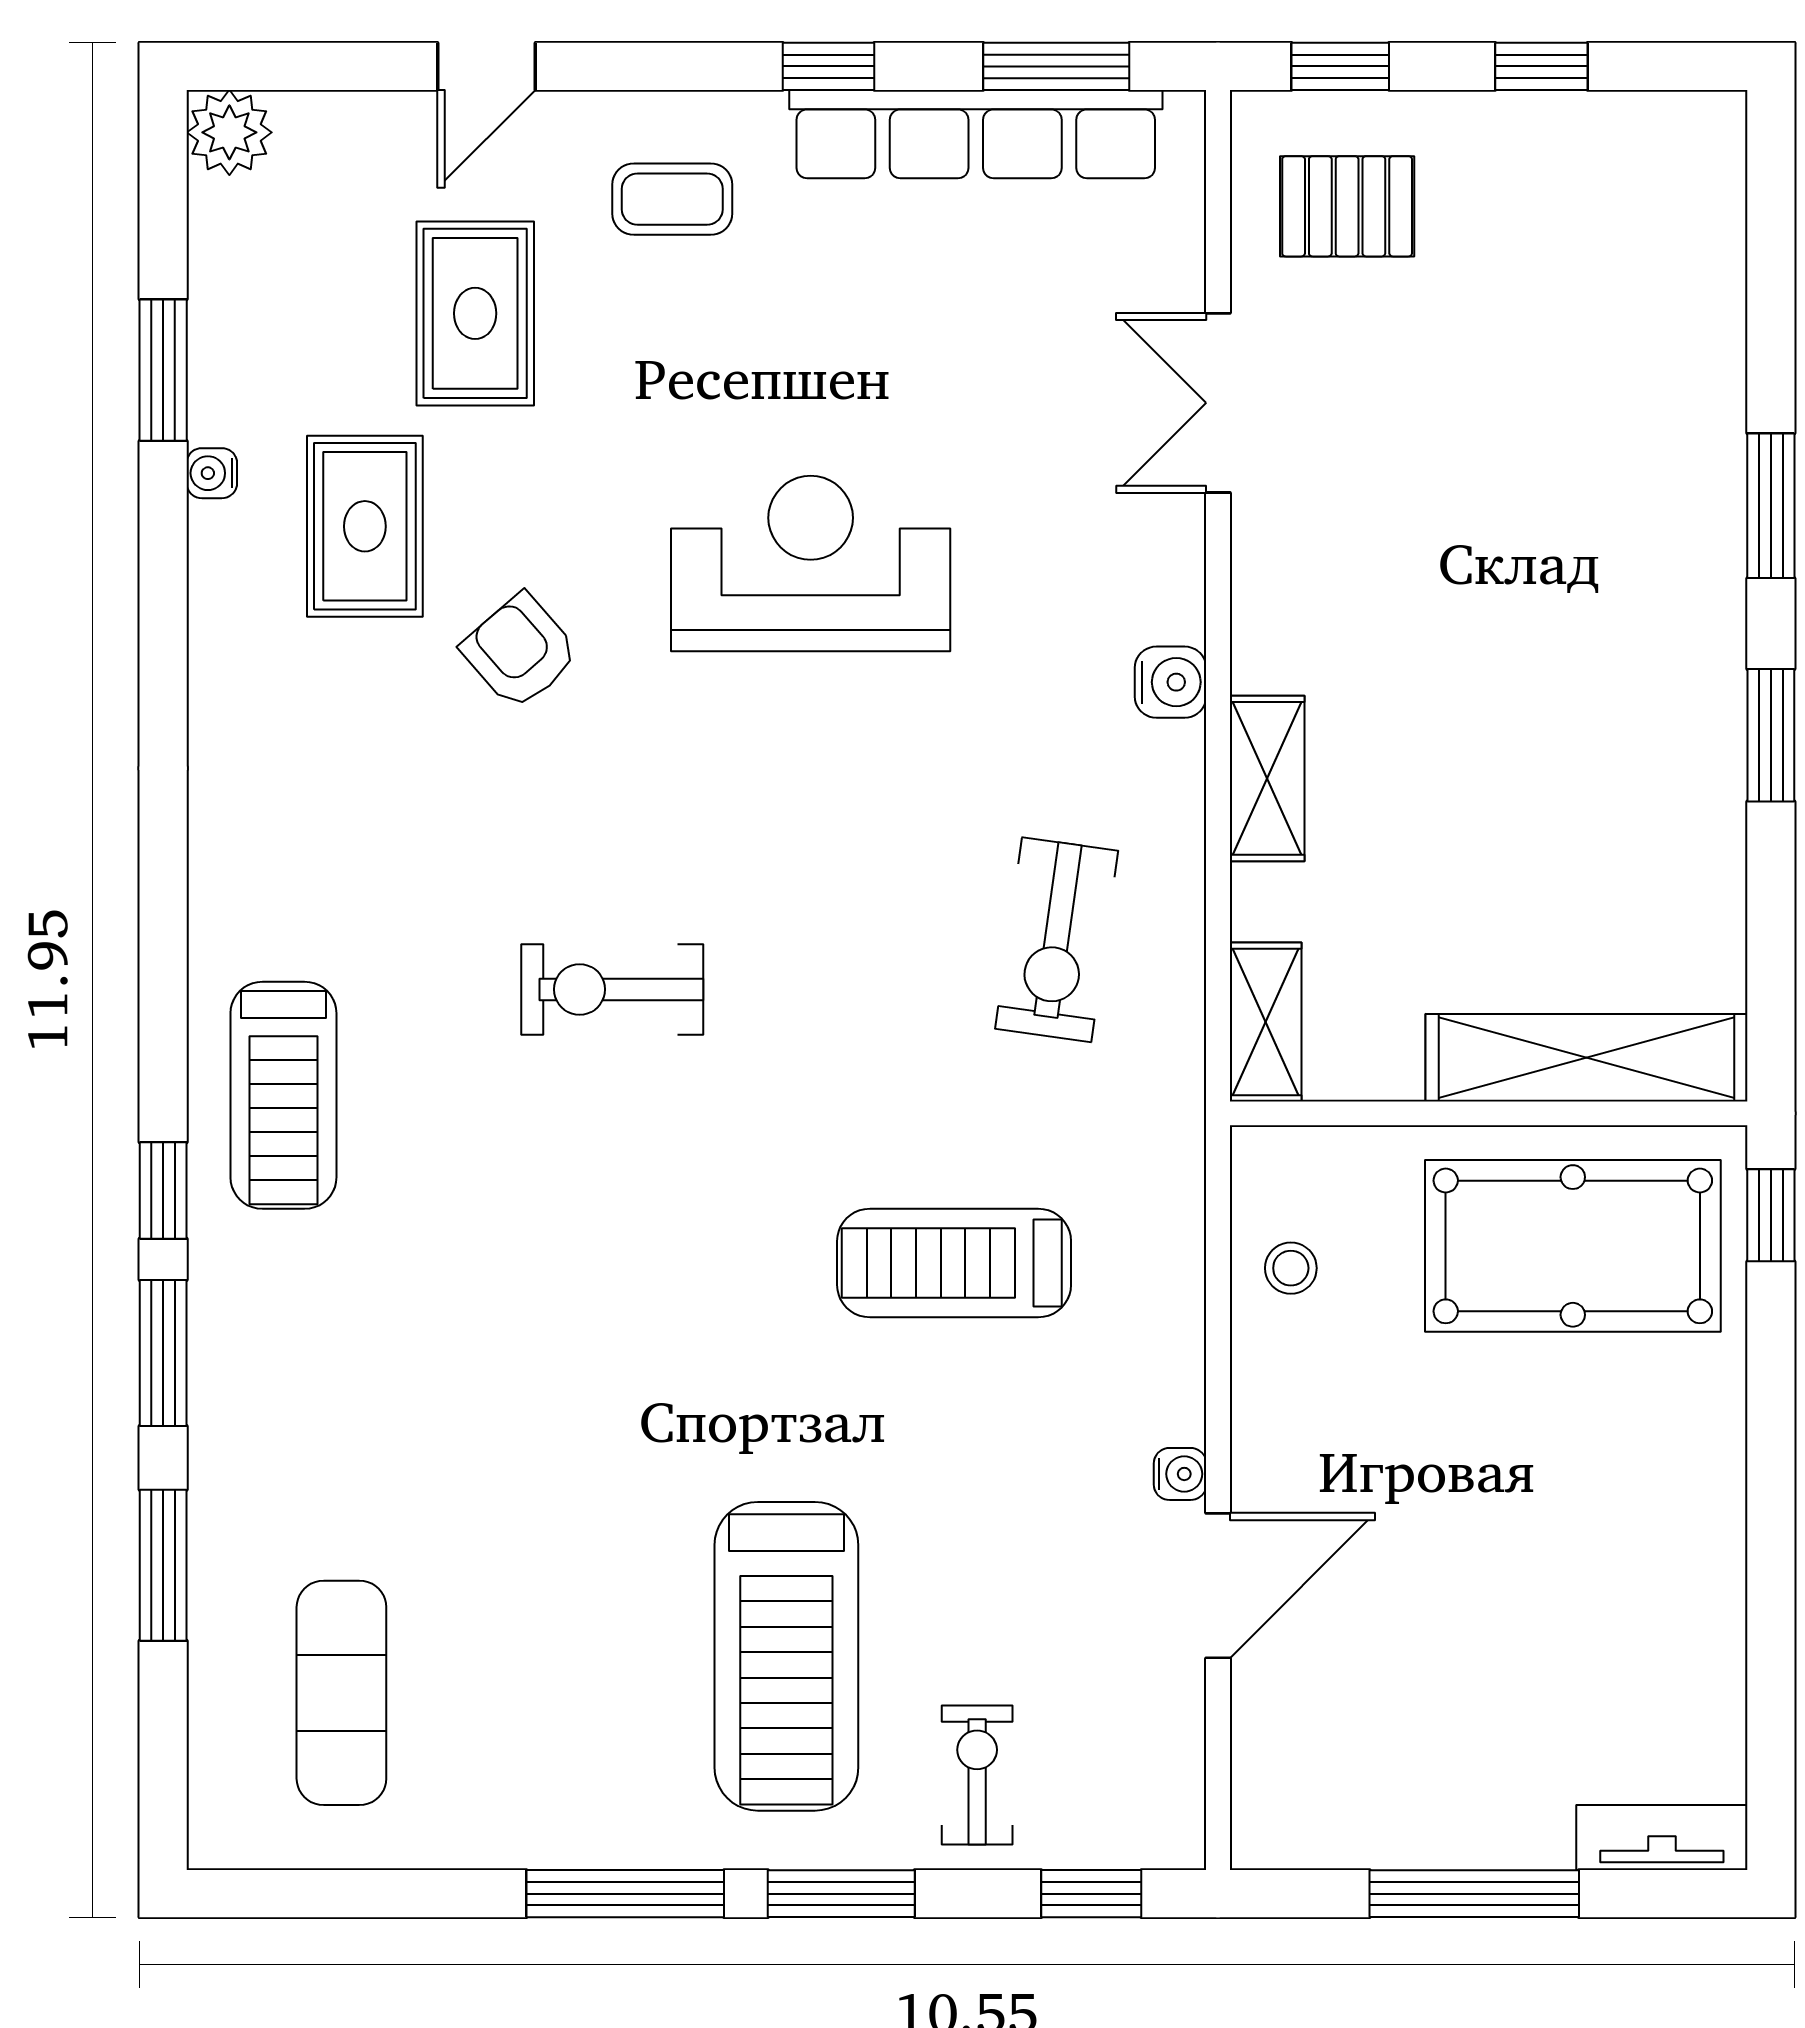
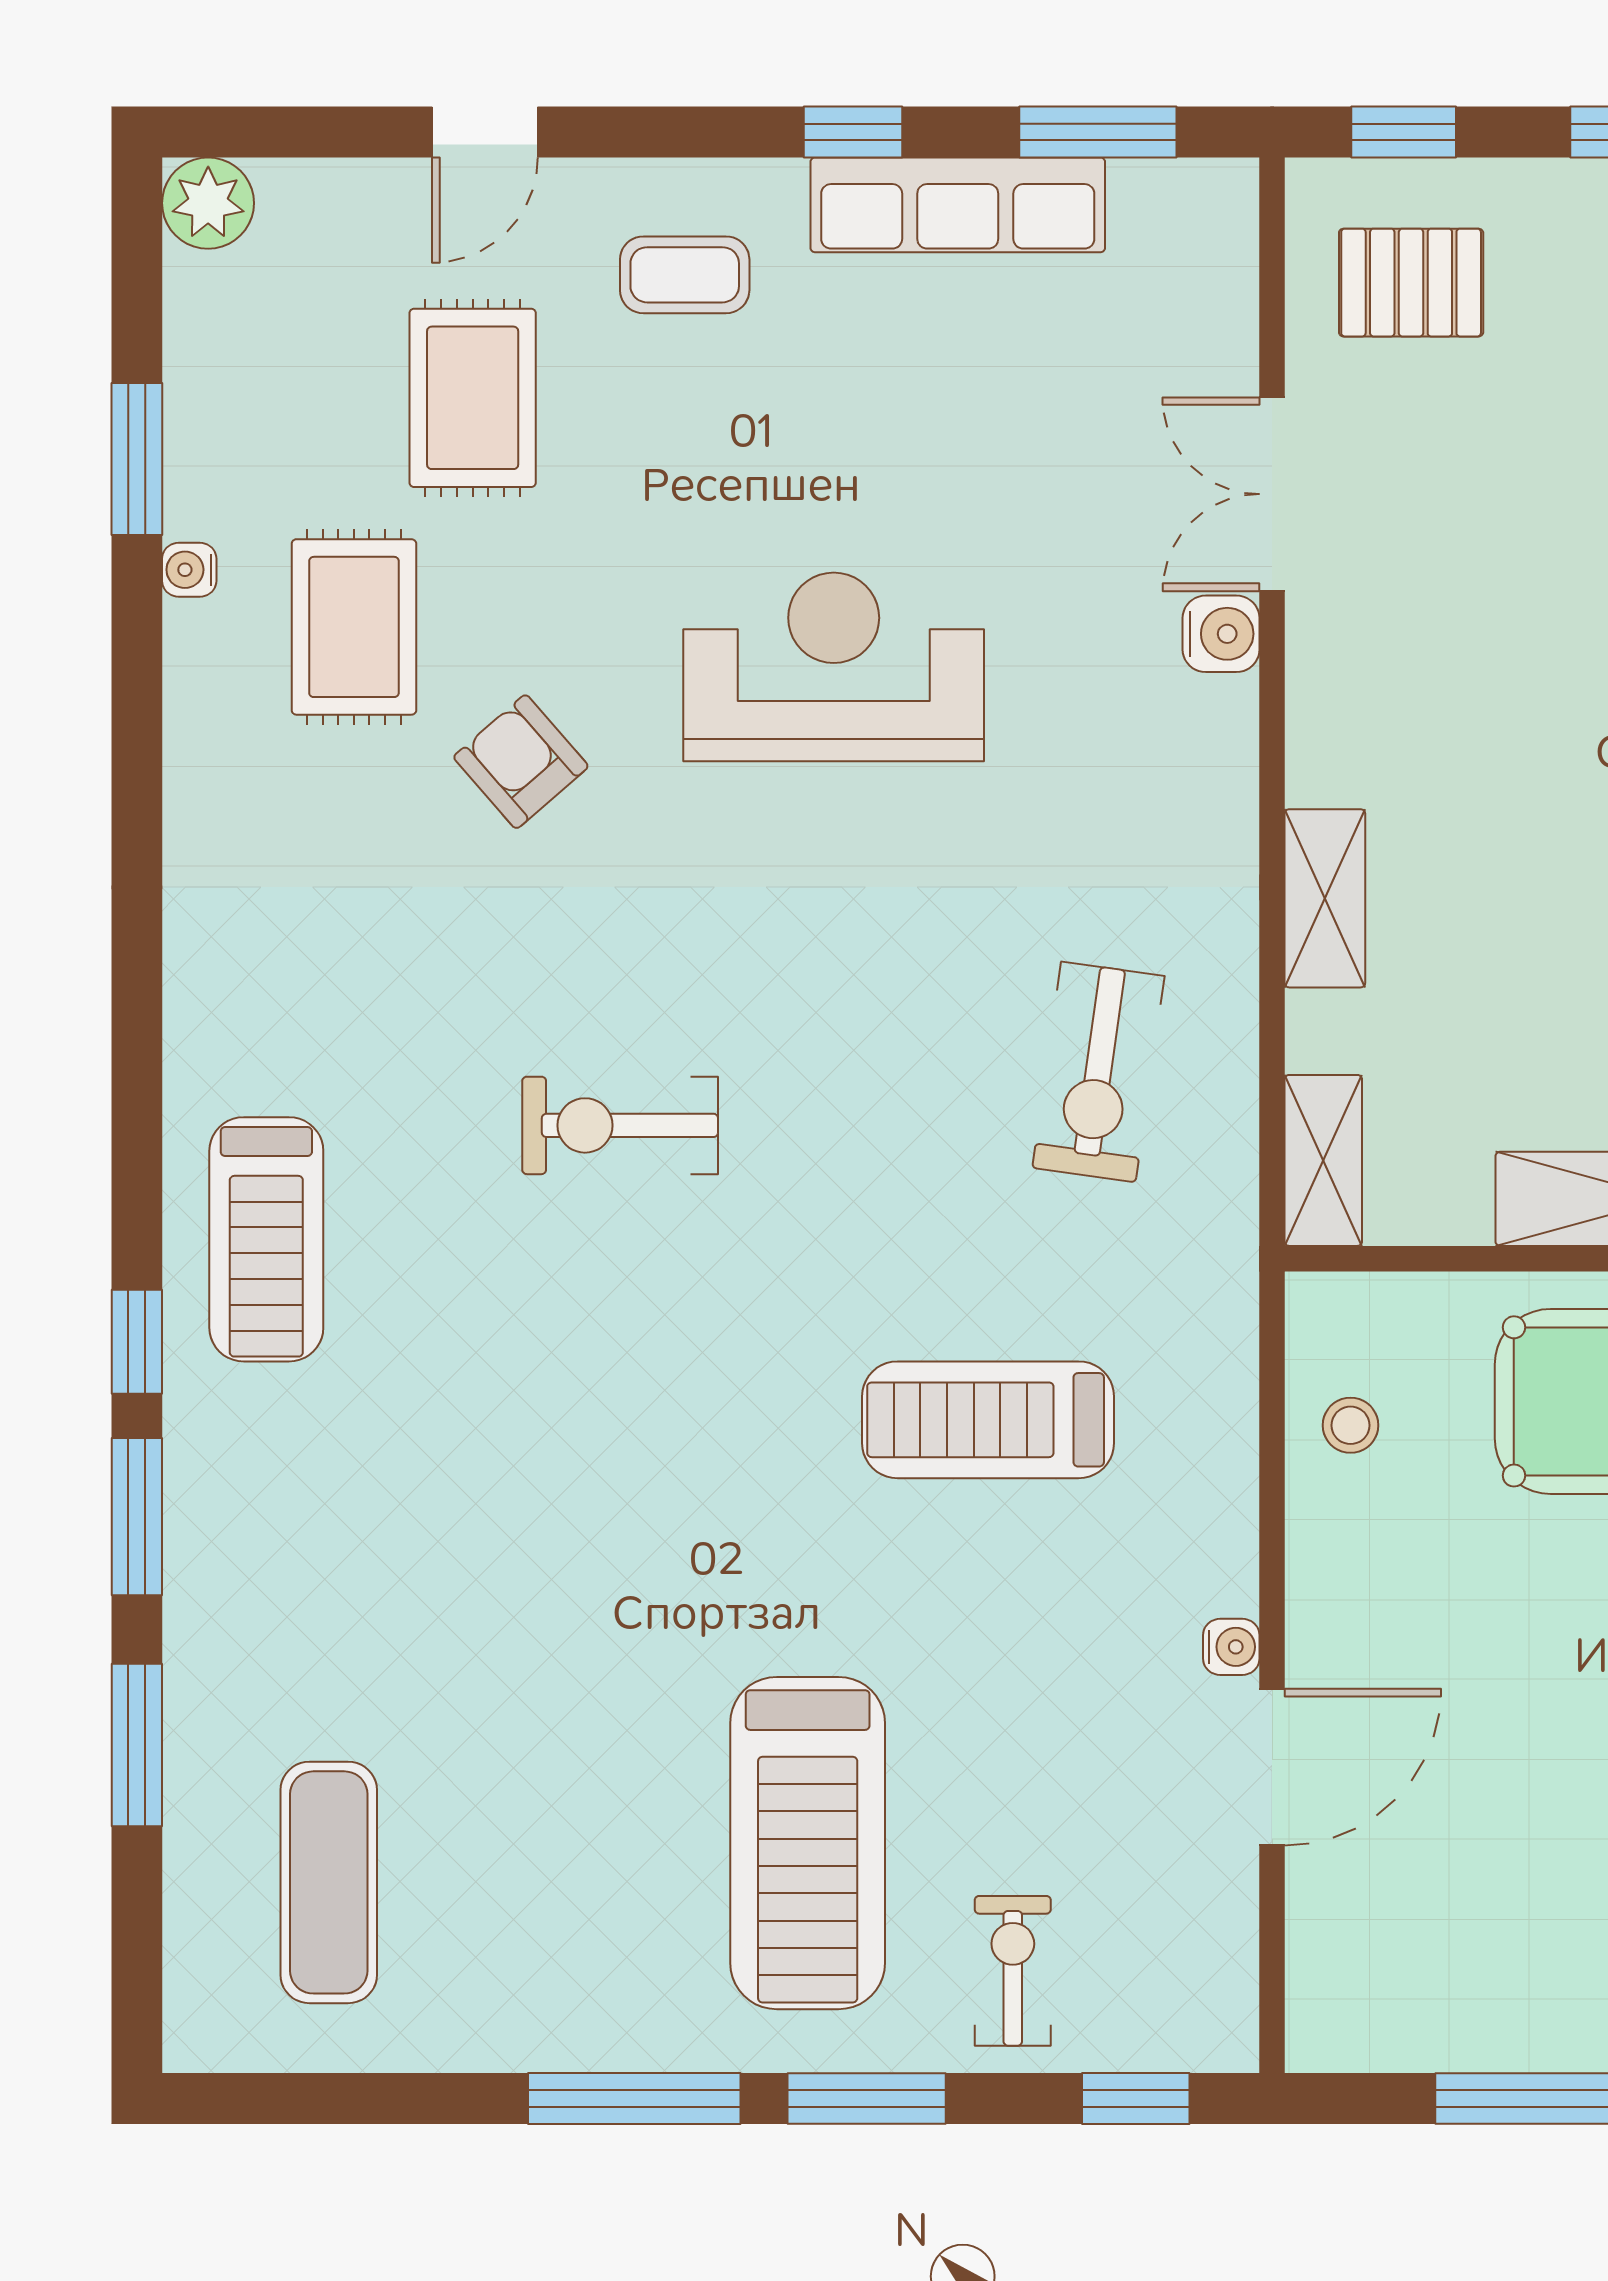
row of seats: (976, 134) -> (958, 205), width x0.73
water cooler: (1171, 682) -> (1221, 634), moved

